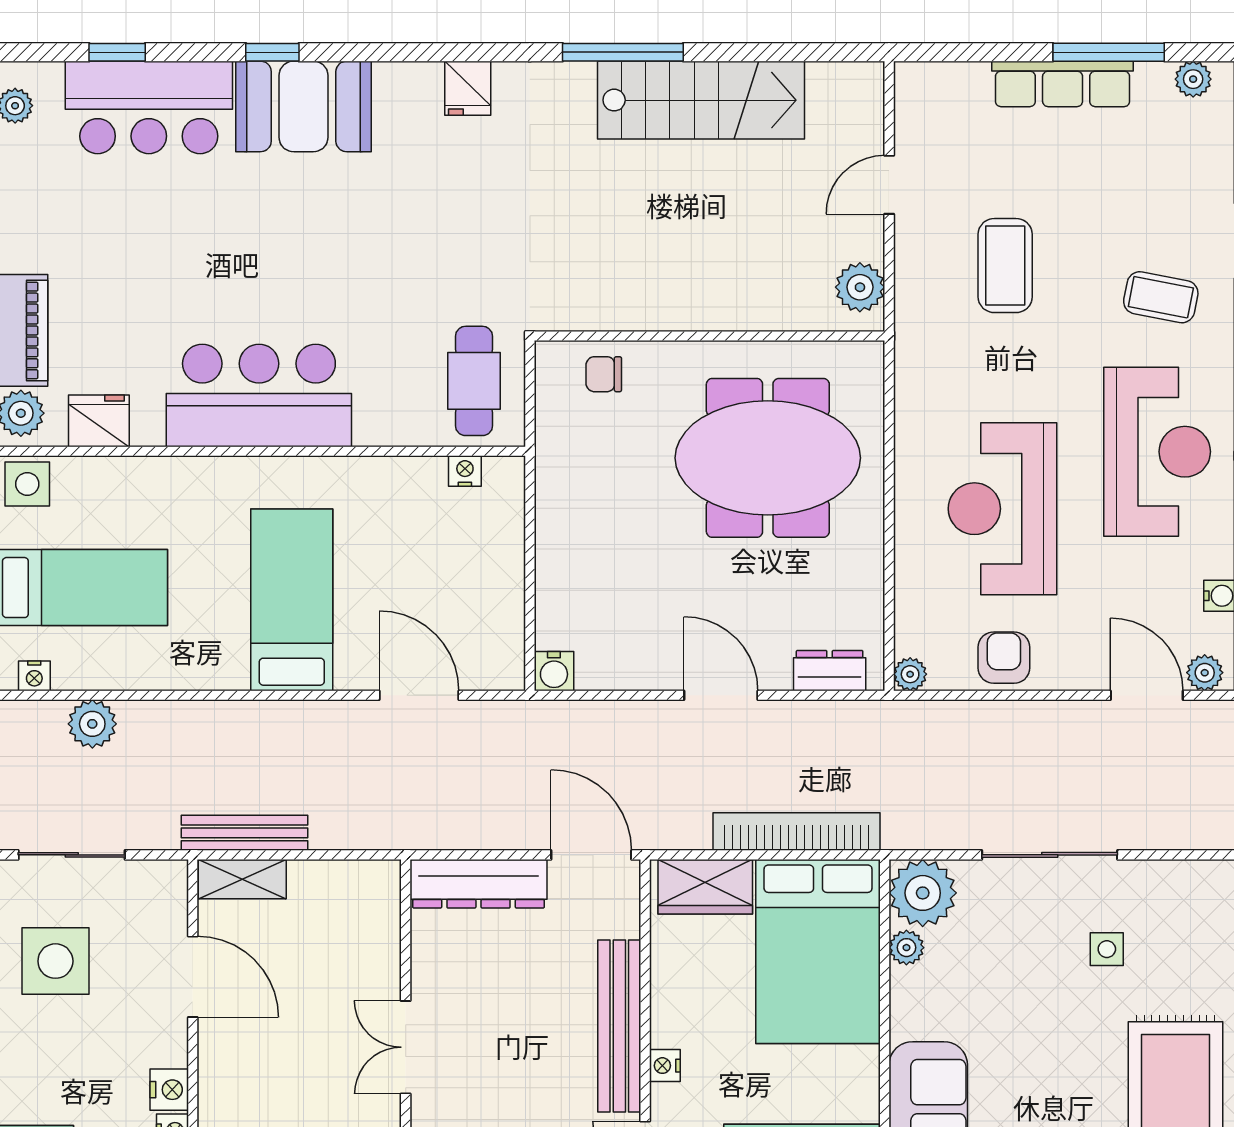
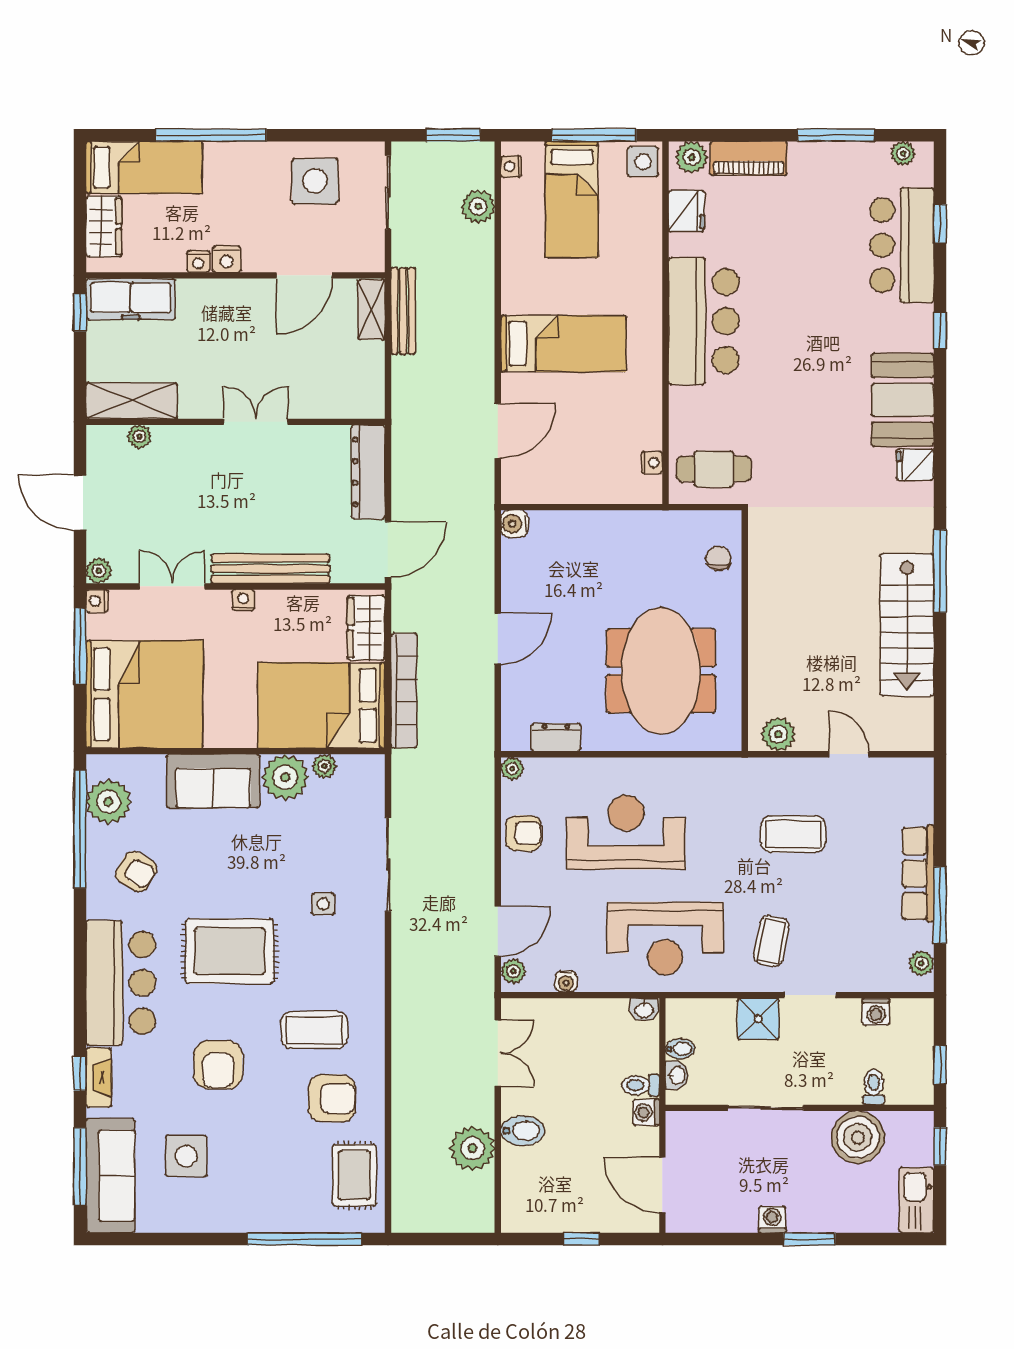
booth: (304, 106) -> (903, 400), moved
dresser: (830, 671) -> (556, 737), moved, turned -90
plant: (923, 893) -> (285, 777), moved

